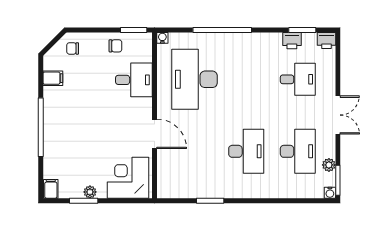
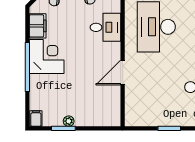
filing cabinet: (53, 78) -> (38, 26), width x2.00
door: (154, 134) -> (123, 72), swing flipped
corner desk: (128, 178) -> (47, 57), moved, turned 90

